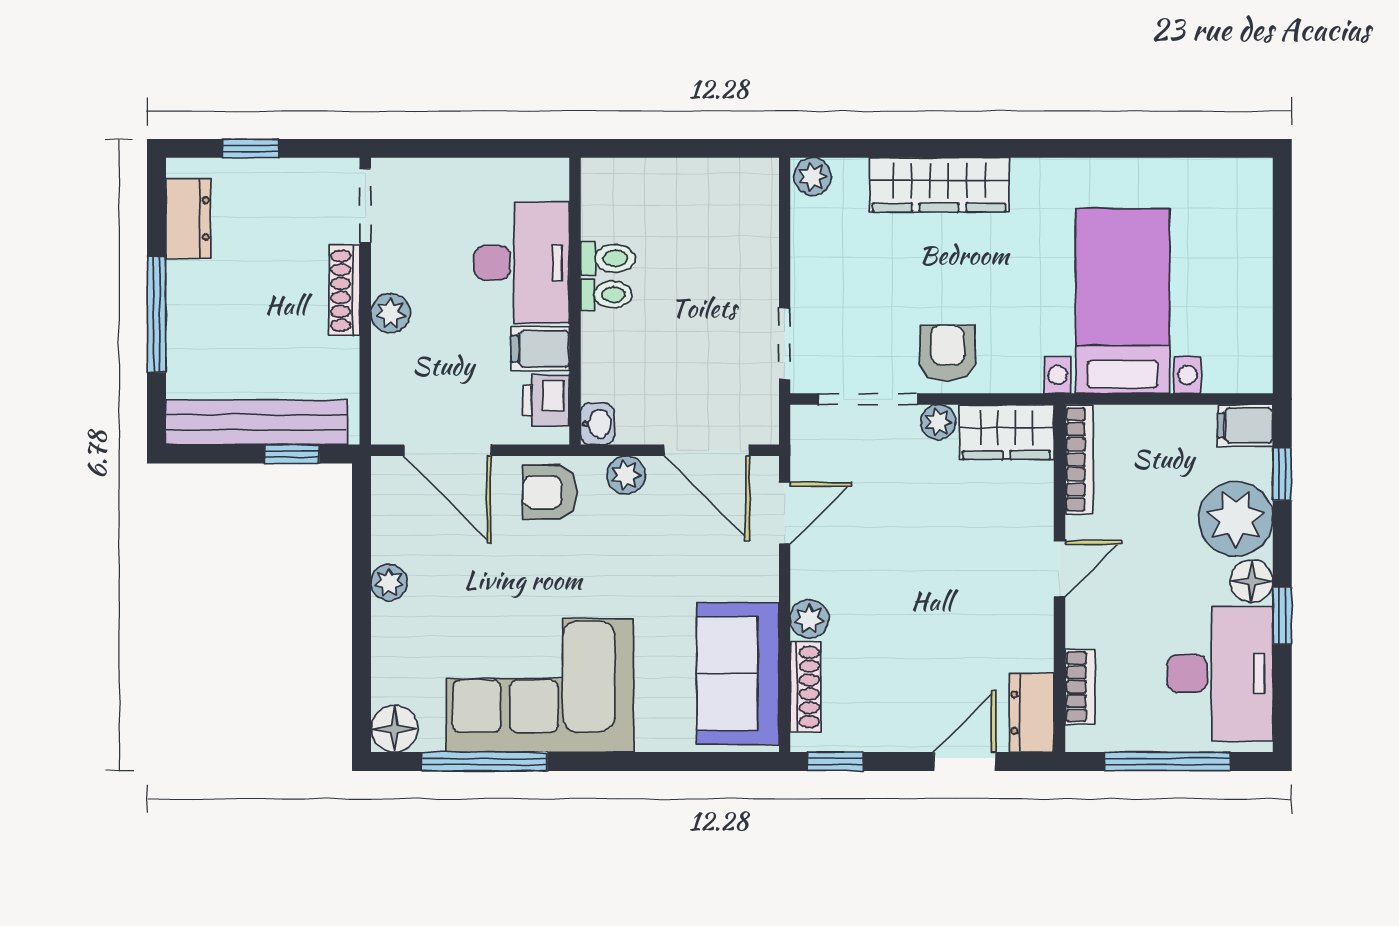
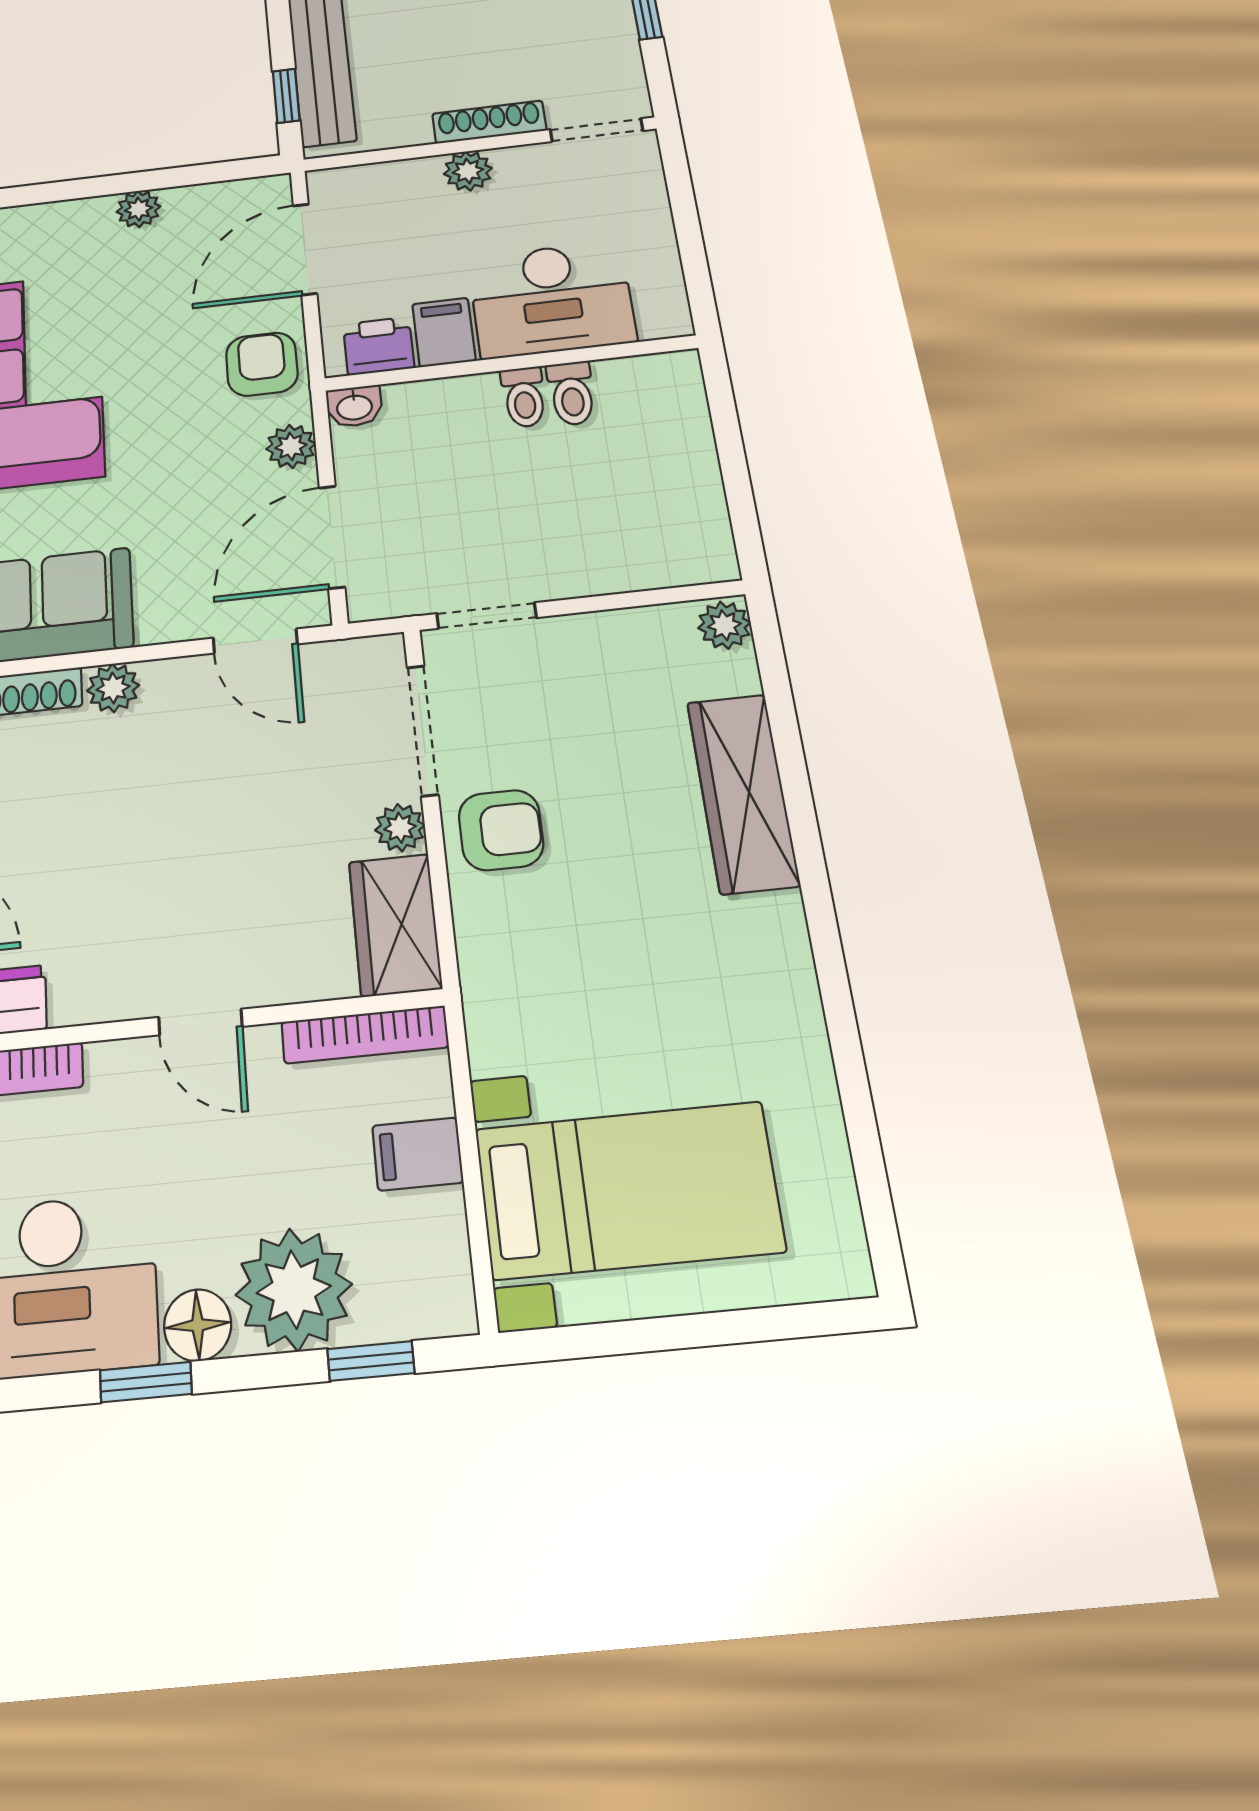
bed with nightstands: (1123, 301) -> (628, 1190), moved
filing cabinet: (1245, 425) -> (418, 1154), moved, turned -90

